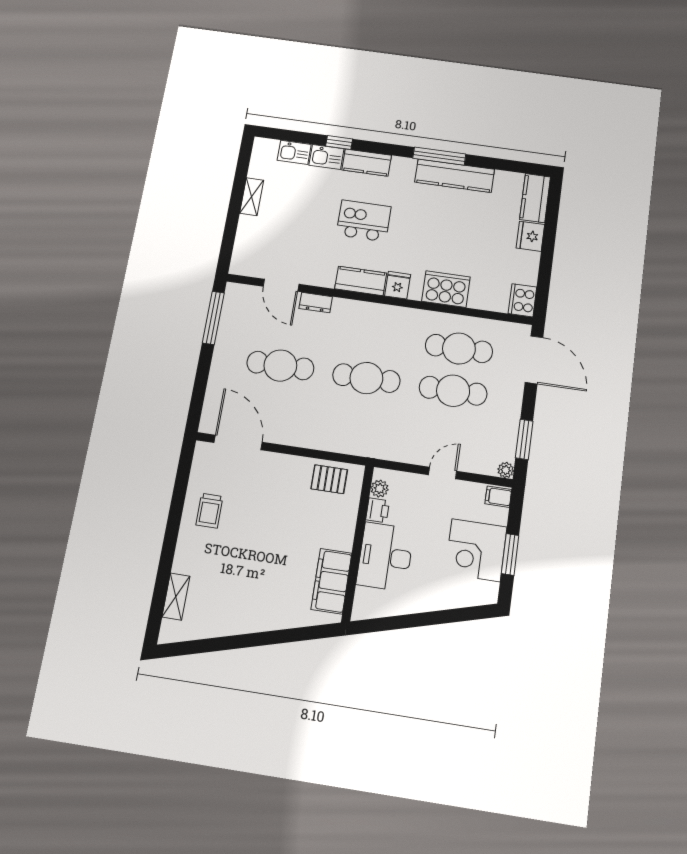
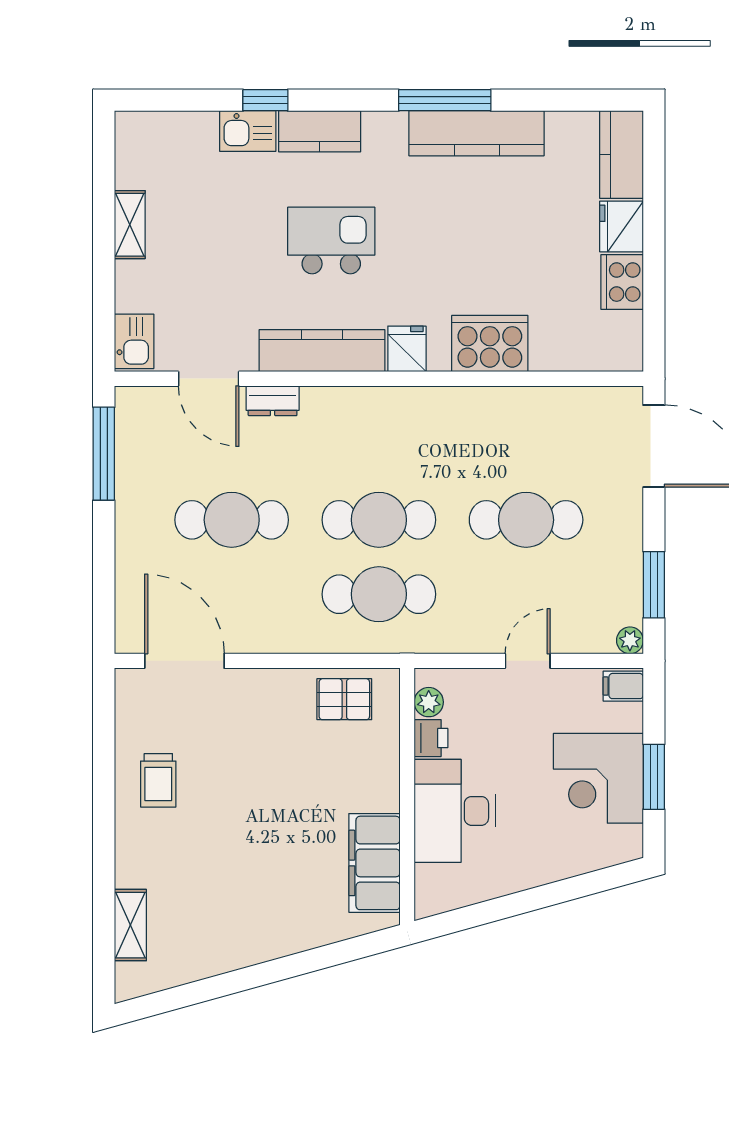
kitchen sink: (294, 152) -> (134, 341), moved, turned -90
kitchen counter: (361, 281) -> (322, 351), width x1.50
cooker: (523, 300) -> (622, 282), moved
cafe table: (459, 348) -> (379, 594), moved

